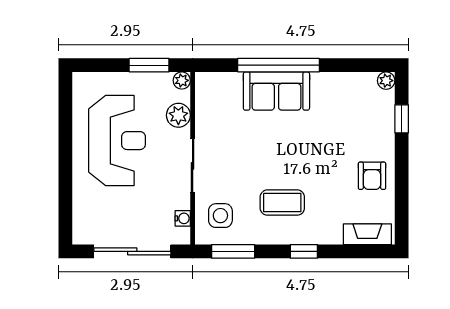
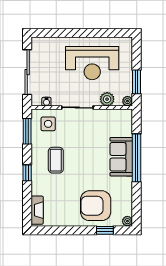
armchair: (372, 176) -> (96, 206), moved, width x1.88, depth x1.88

